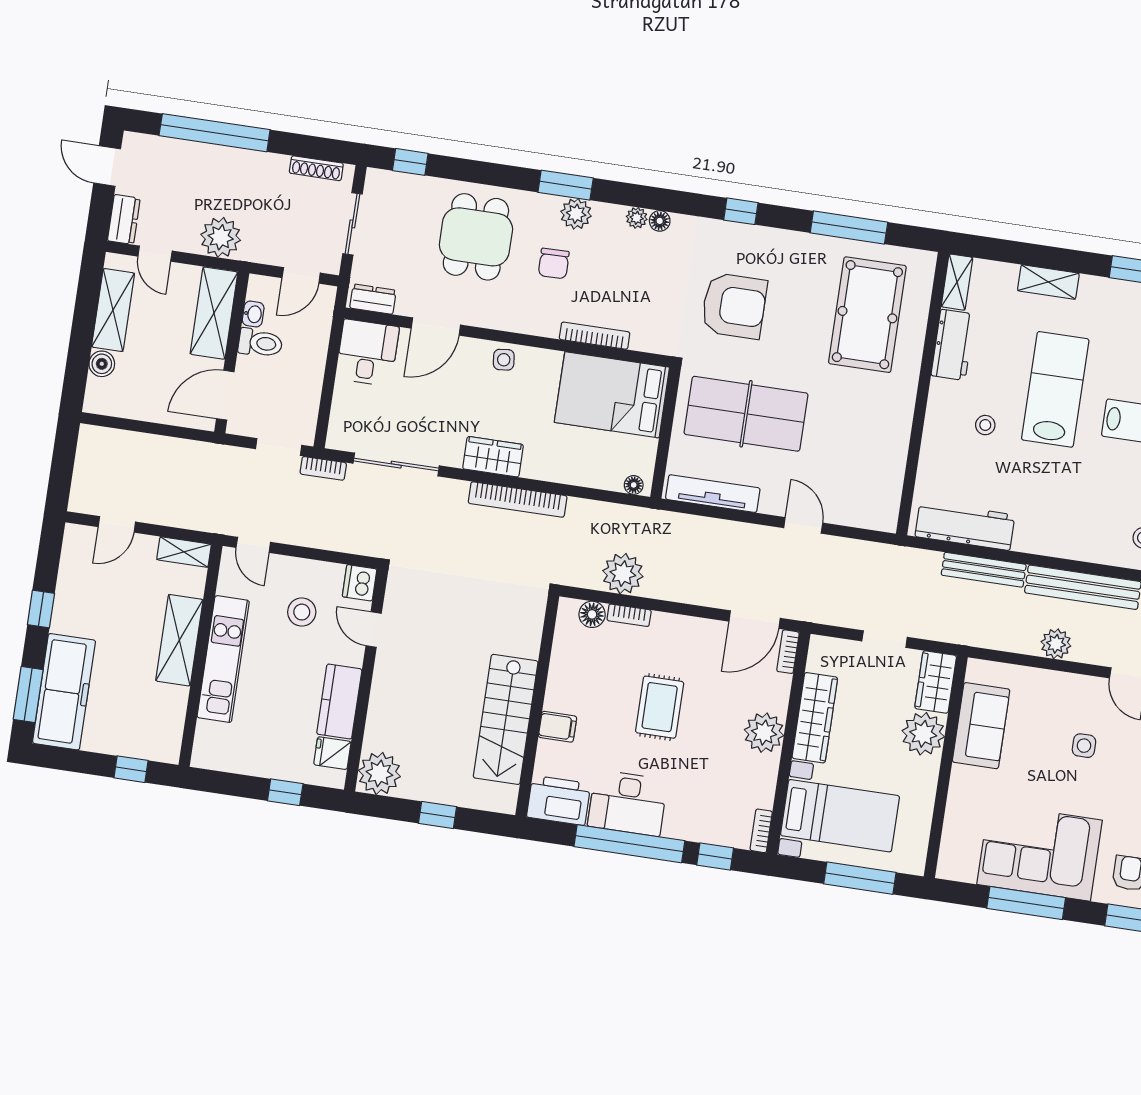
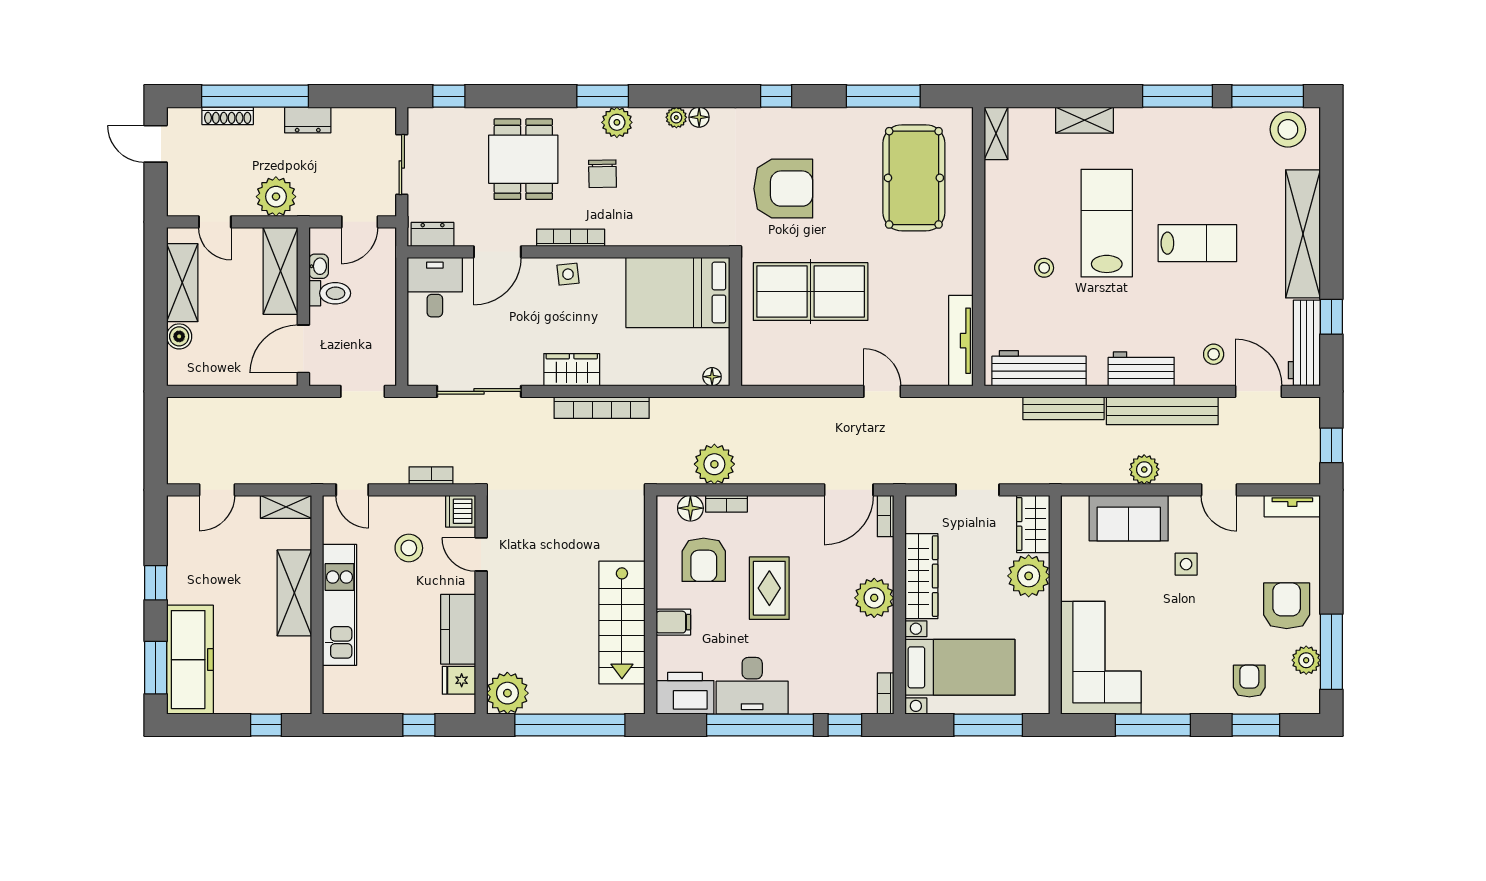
shoe rack: (316, 168) -> (228, 116), moved
dresser: (124, 220) -> (308, 120), moved, turned 90
bookcase: (595, 336) -> (571, 238), moved
workbench: (953, 345) -> (1141, 369), moved, turned -90
bookcase: (323, 468) -> (431, 476), moved, turned 180
tv unit: (713, 494) -> (961, 341), moved, turned -90
armchair: (598, 668) -> (704, 560), added
sofa: (981, 726) -> (1129, 518), moved, turned 90
window: (438, 815) -> (570, 725), width x3.17
corner sofa: (1040, 852) -> (1101, 658), moved, turned 90

